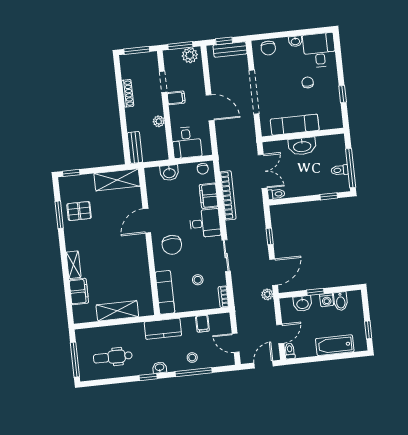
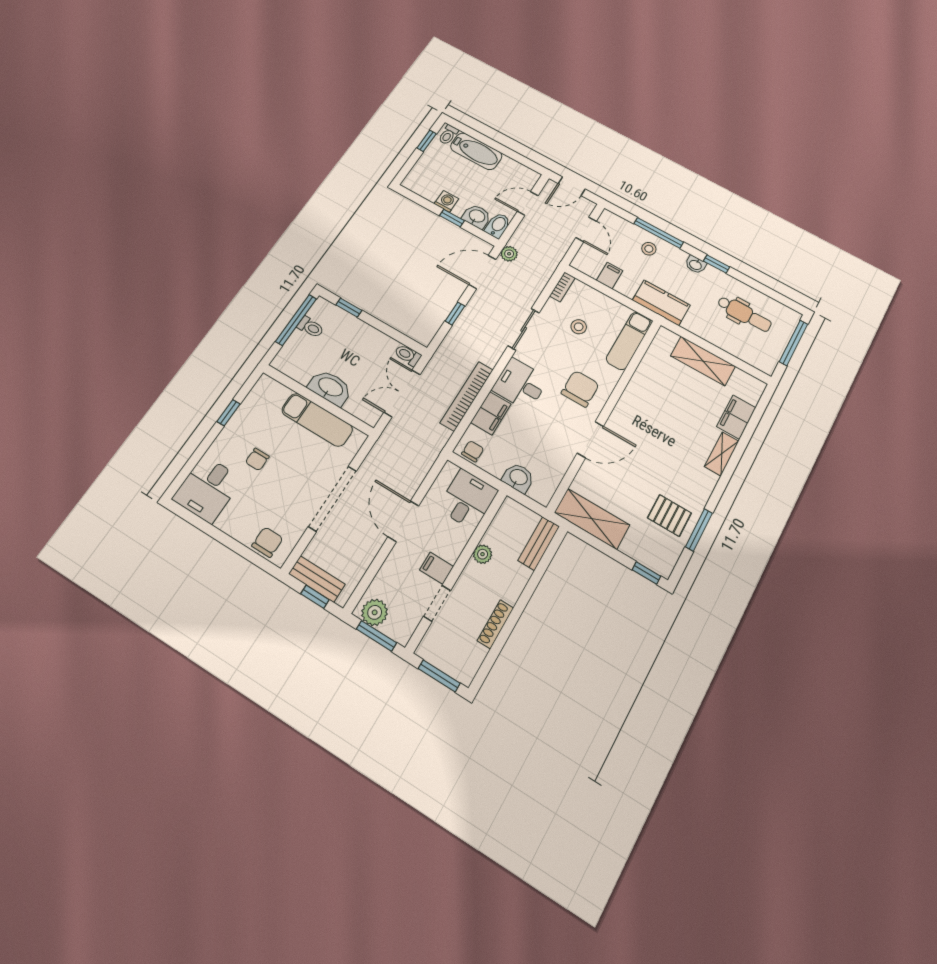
washbasin: (295, 41) -> (227, 524), removed
bidet: (341, 301) -> (498, 225), moved
toilet: (290, 351) -> (448, 135), moved

